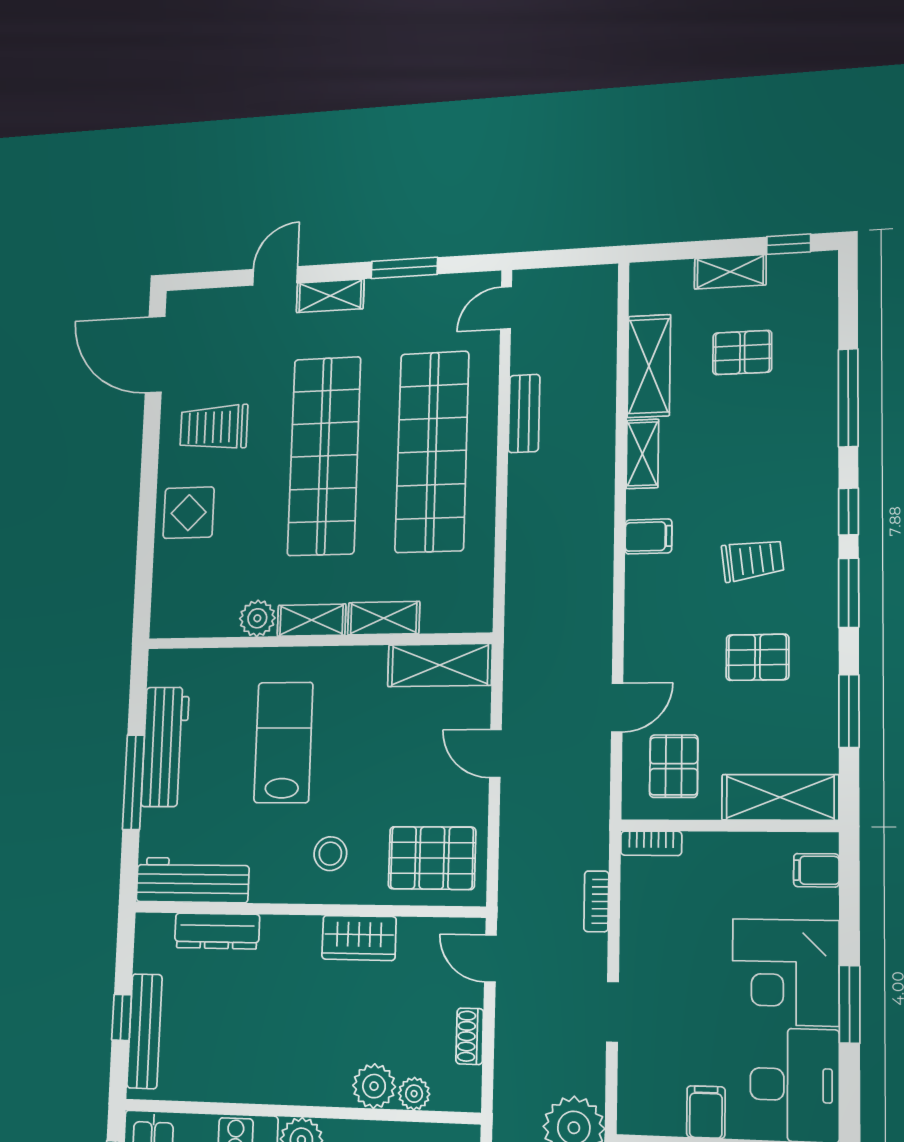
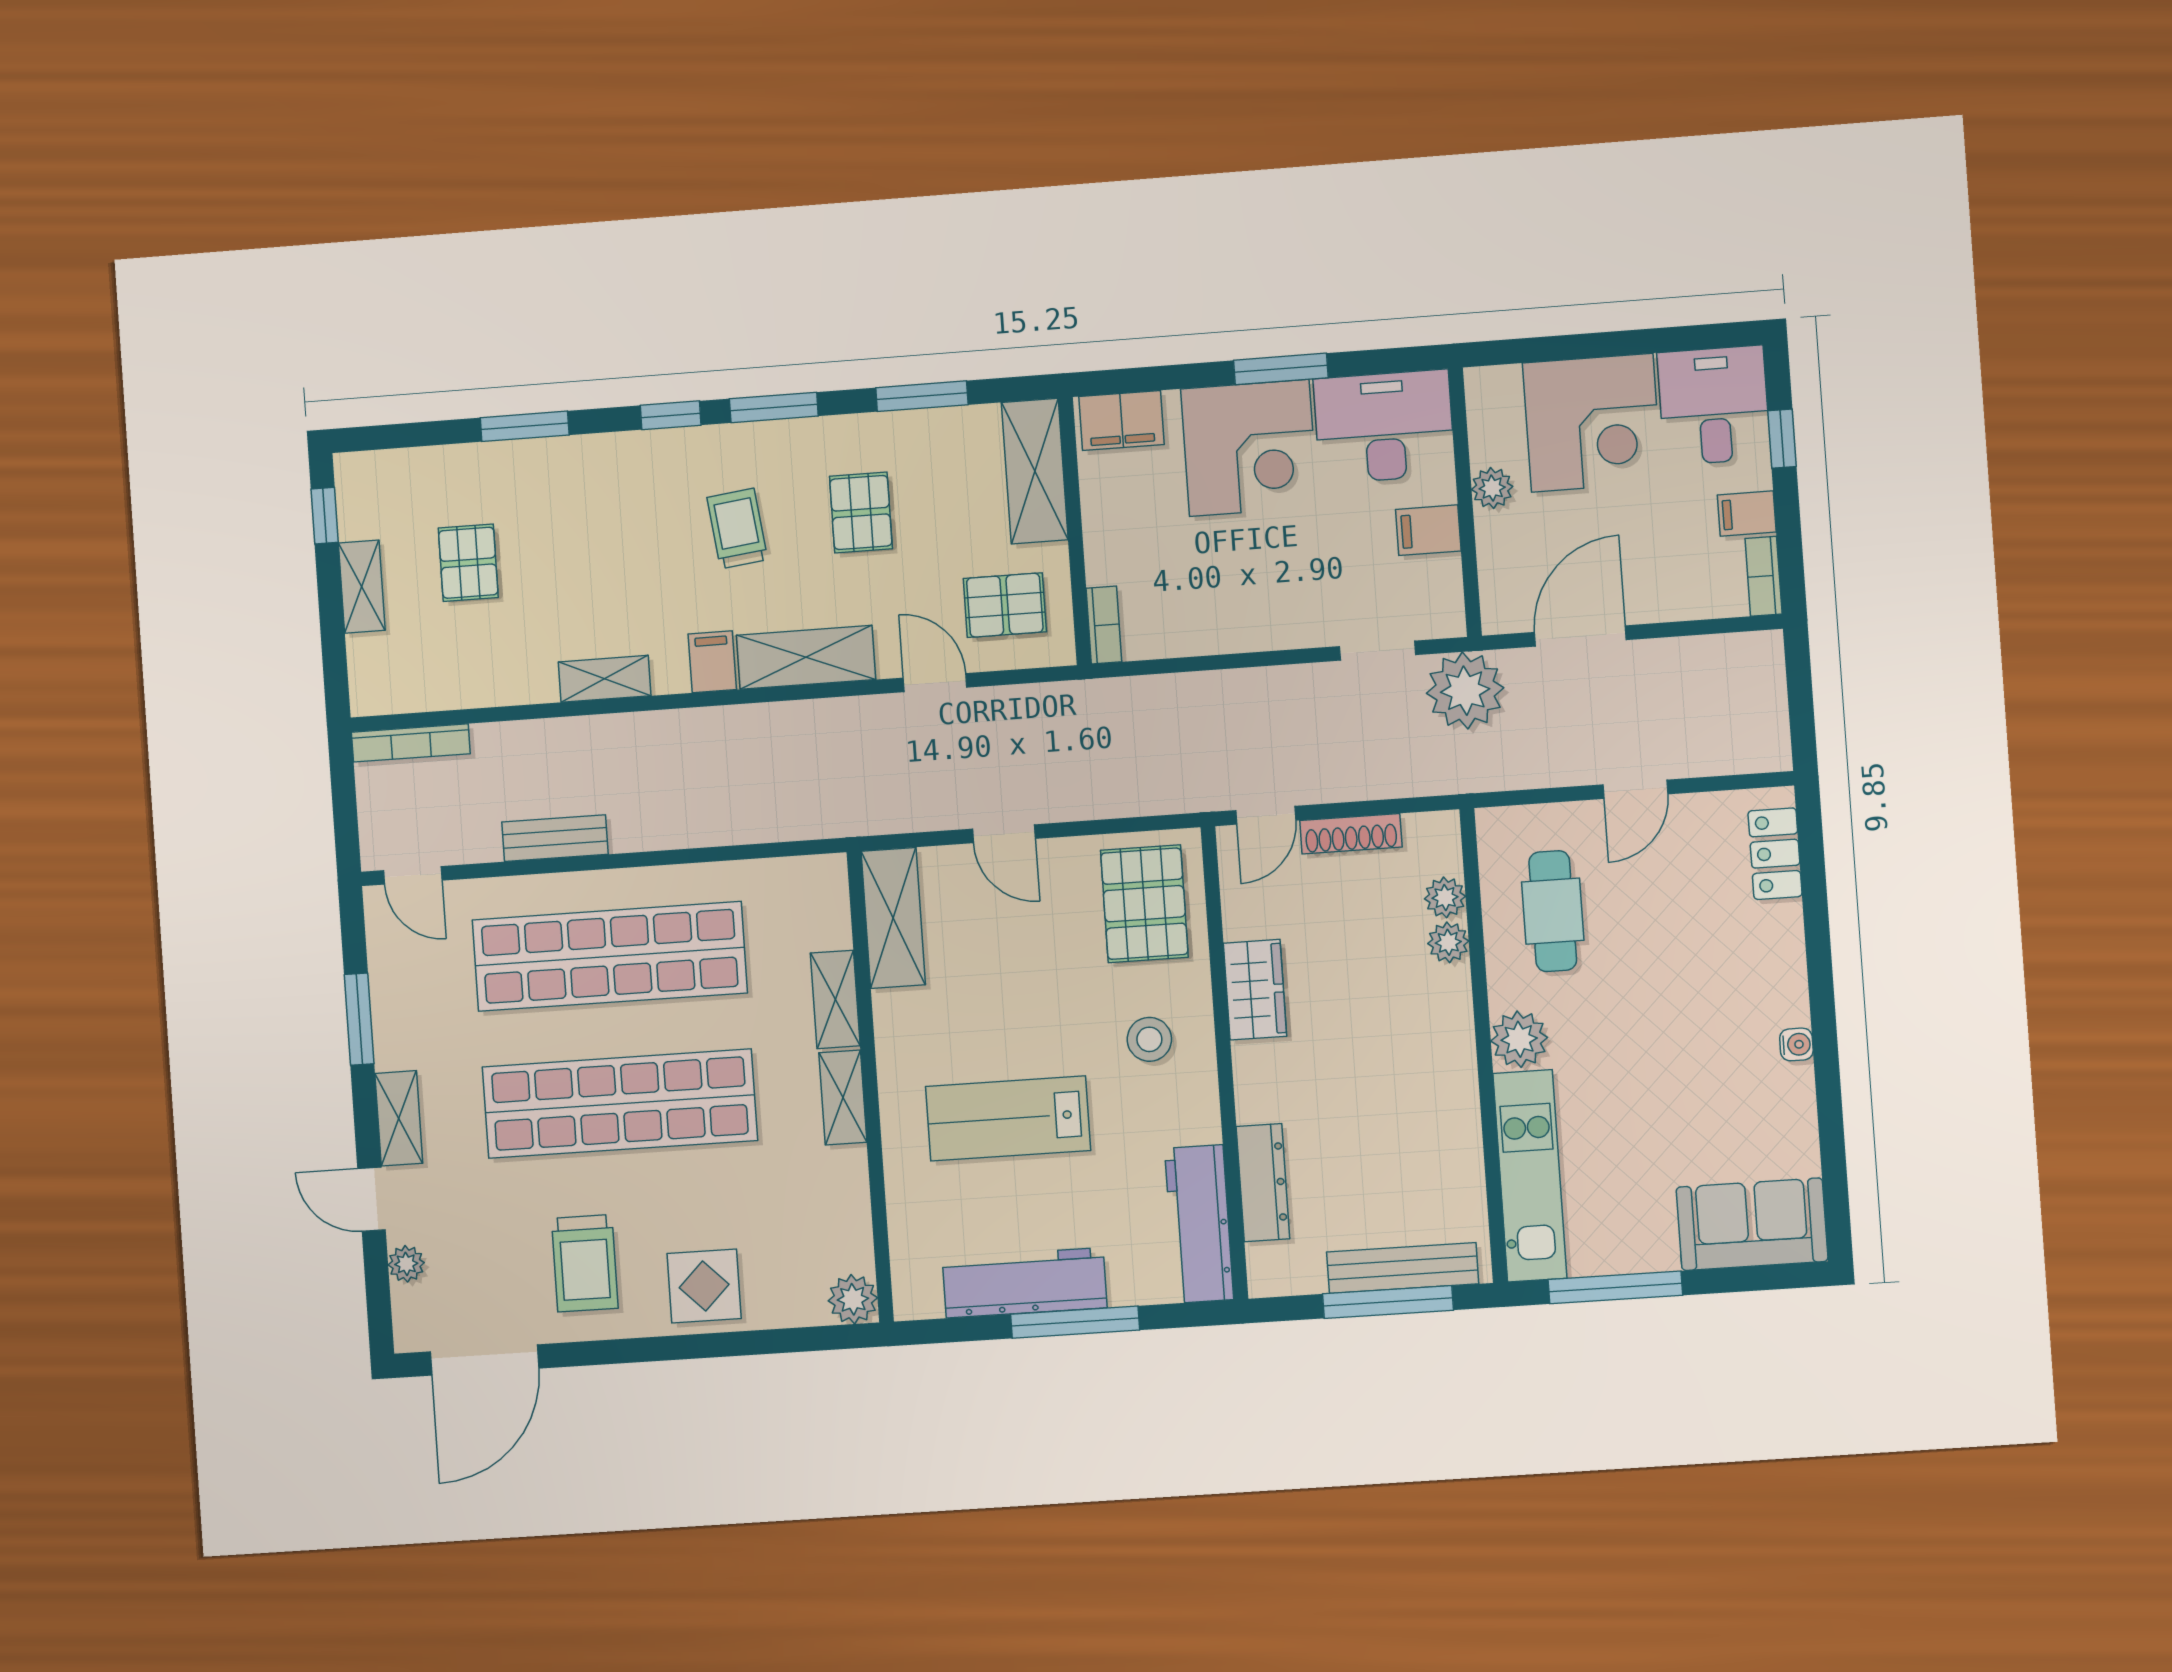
plant: (227, 300) -> (406, 1264), added
shelving: (649, 366) -> (806, 657), moved
window: (848, 398) -> (525, 426), width x0.69
plant: (257, 618) -> (853, 1299), moved
door: (495, 753) -> (1004, 834), hinge flipped
filing cabinet: (816, 870) -> (1121, 421), width x2.00
bookcase: (596, 901) -> (411, 743), moved, width x1.56
doorway: (613, 1012) -> (1377, 651), moved
window: (122, 1017) -> (1388, 1302), width x2.17
shoe rack: (470, 1036) -> (1351, 834), width x1.43
plant: (374, 1086) -> (1448, 942), width x0.73, depth x0.73

